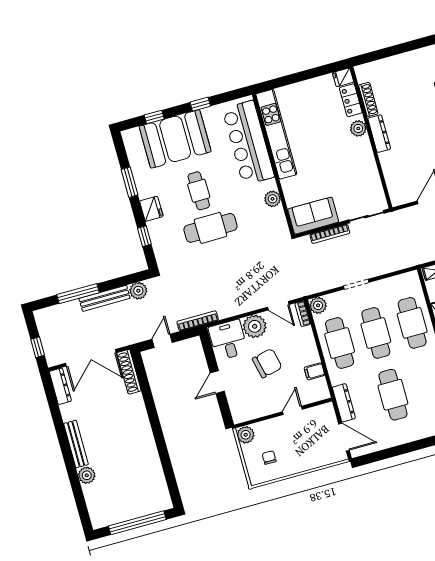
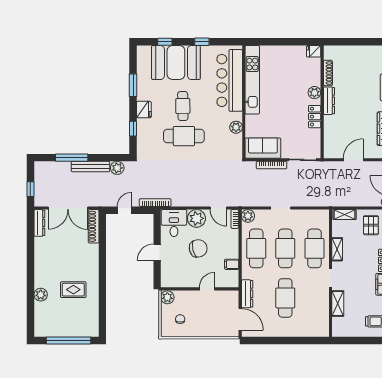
locker: (351, 100) -> (315, 117), moved
bench: (76, 444) -> (39, 269), removed
rug: (126, 458) -> (73, 290), added

